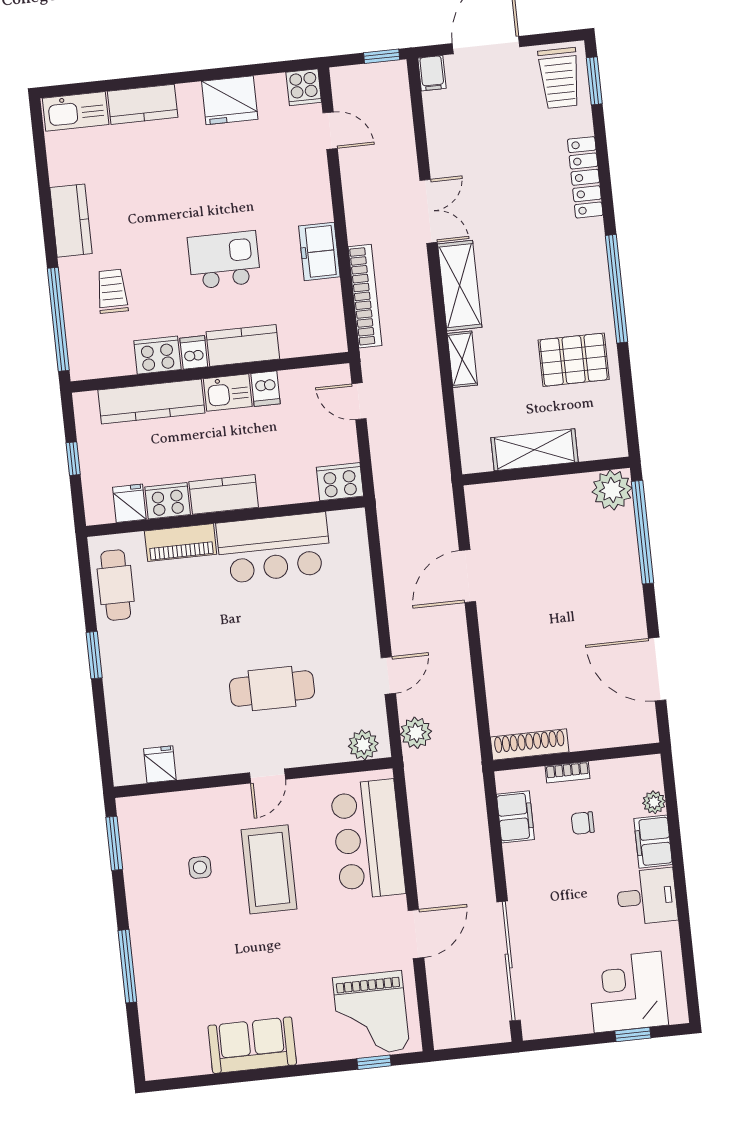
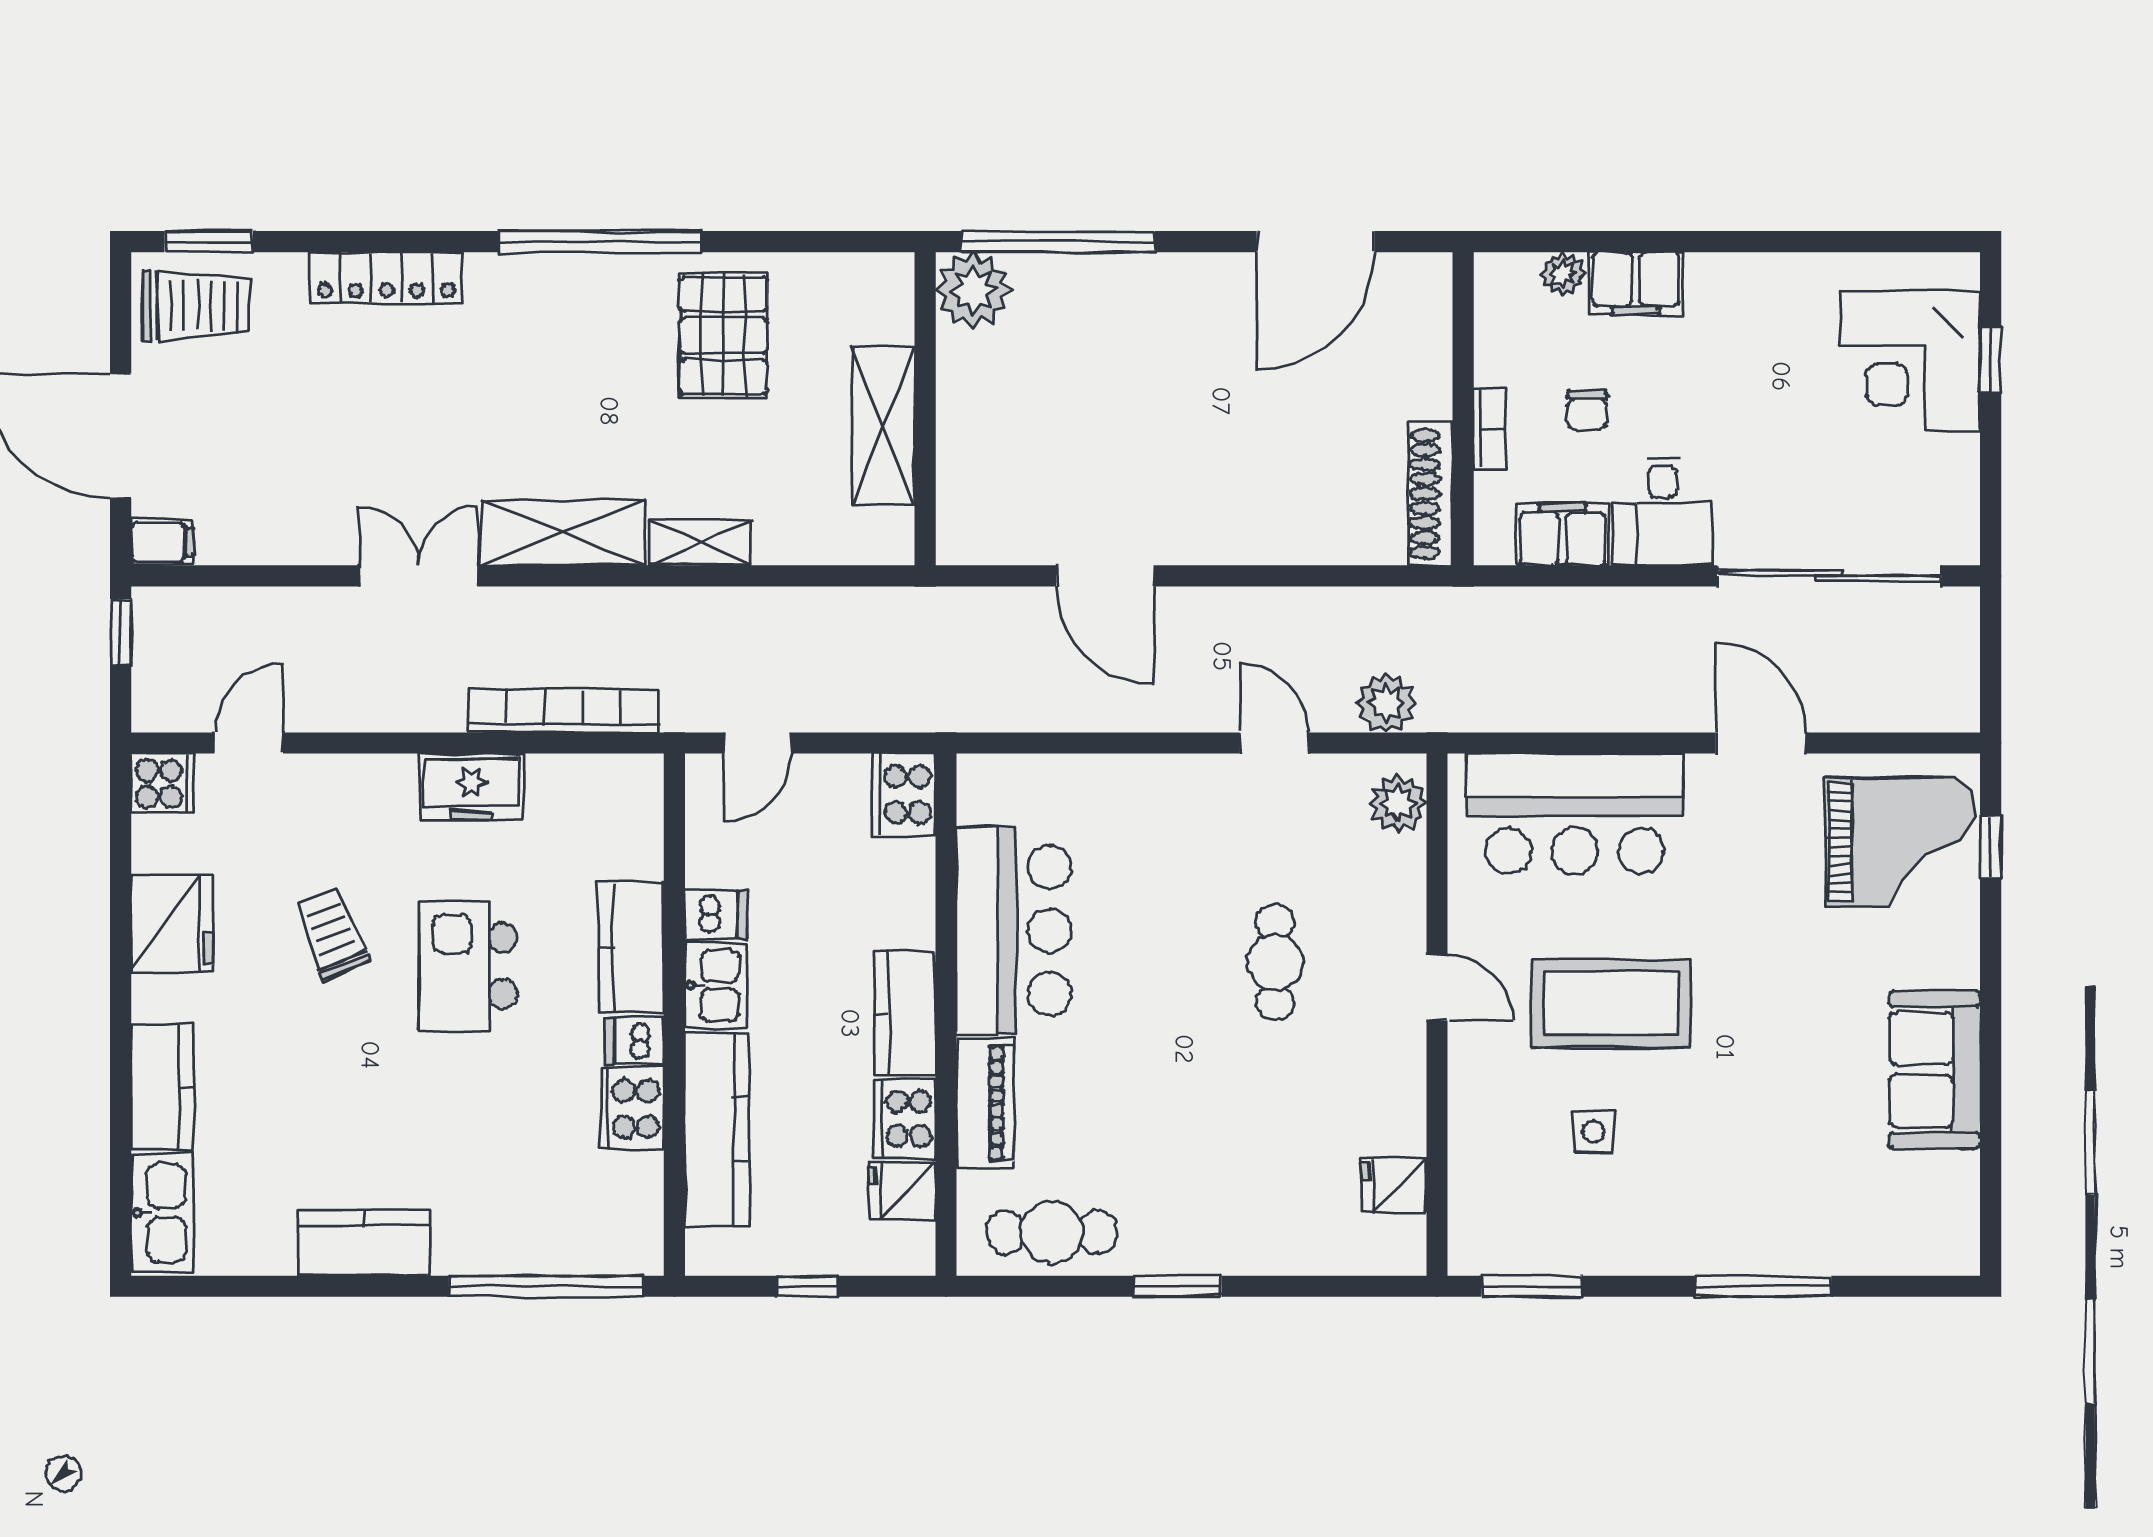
trolley: (112, 291) -> (332, 934), moved, turned 69
cafe table: (272, 688) -> (1275, 962), width x0.73, depth x0.74
desk: (647, 897) -> (1663, 511), moved, turned 180

